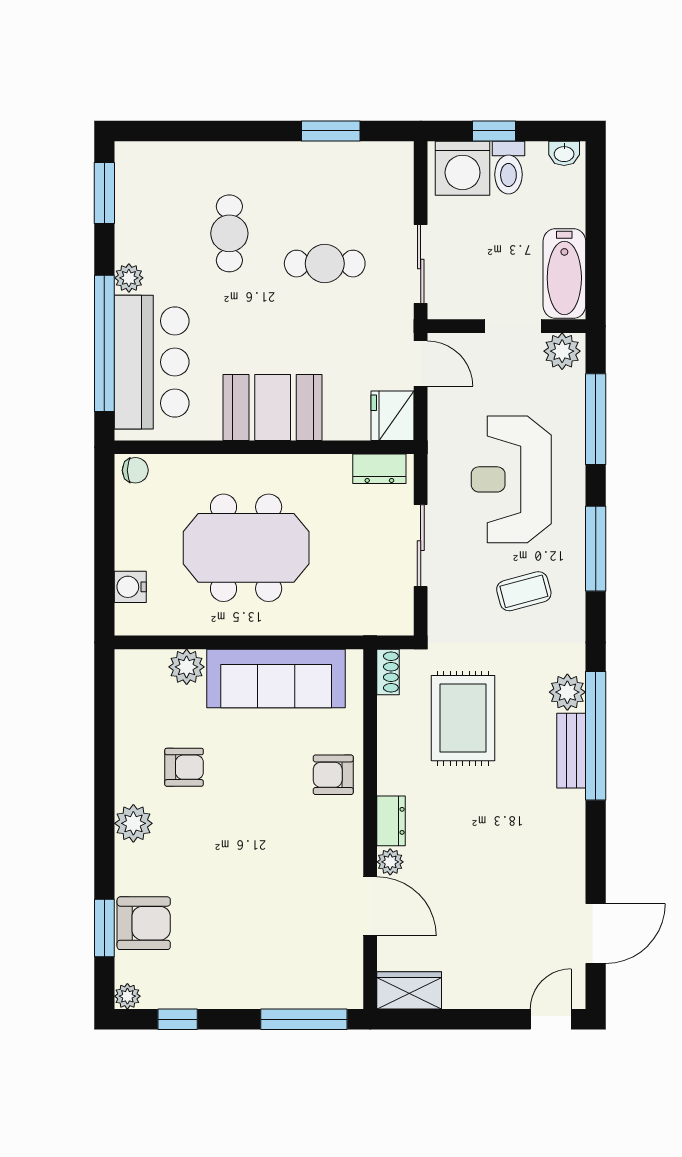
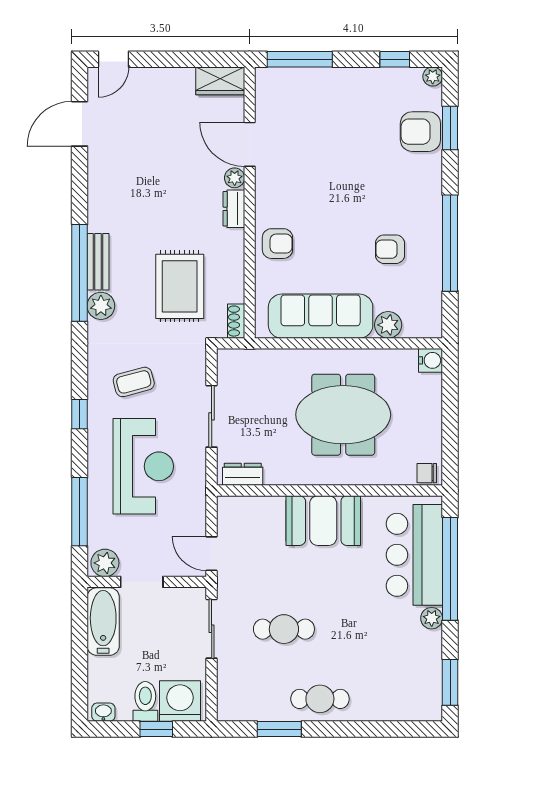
cafe table: (229, 233) -> (320, 699), moved, turned 90
fridge: (393, 416) -> (233, 514), removed
window: (596, 549) -> (80, 414), width x0.46
water cooler: (130, 587) -> (431, 360), moved
window: (104, 775) -> (450, 243), added
plant: (133, 823) -> (428, 207), removed

